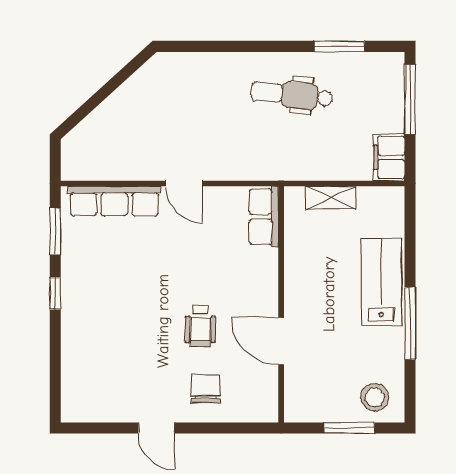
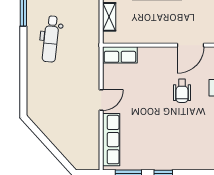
wheelchair: (200, 326) -> (182, 91), turned 90

